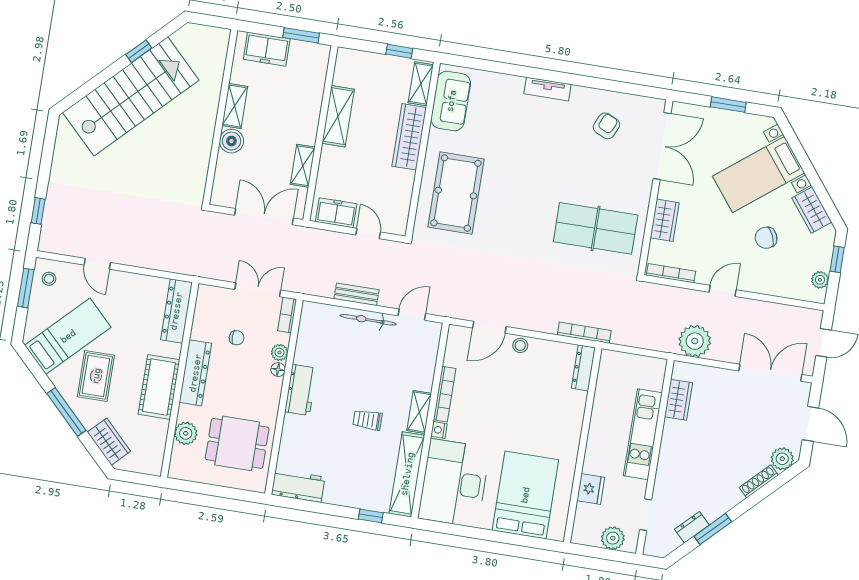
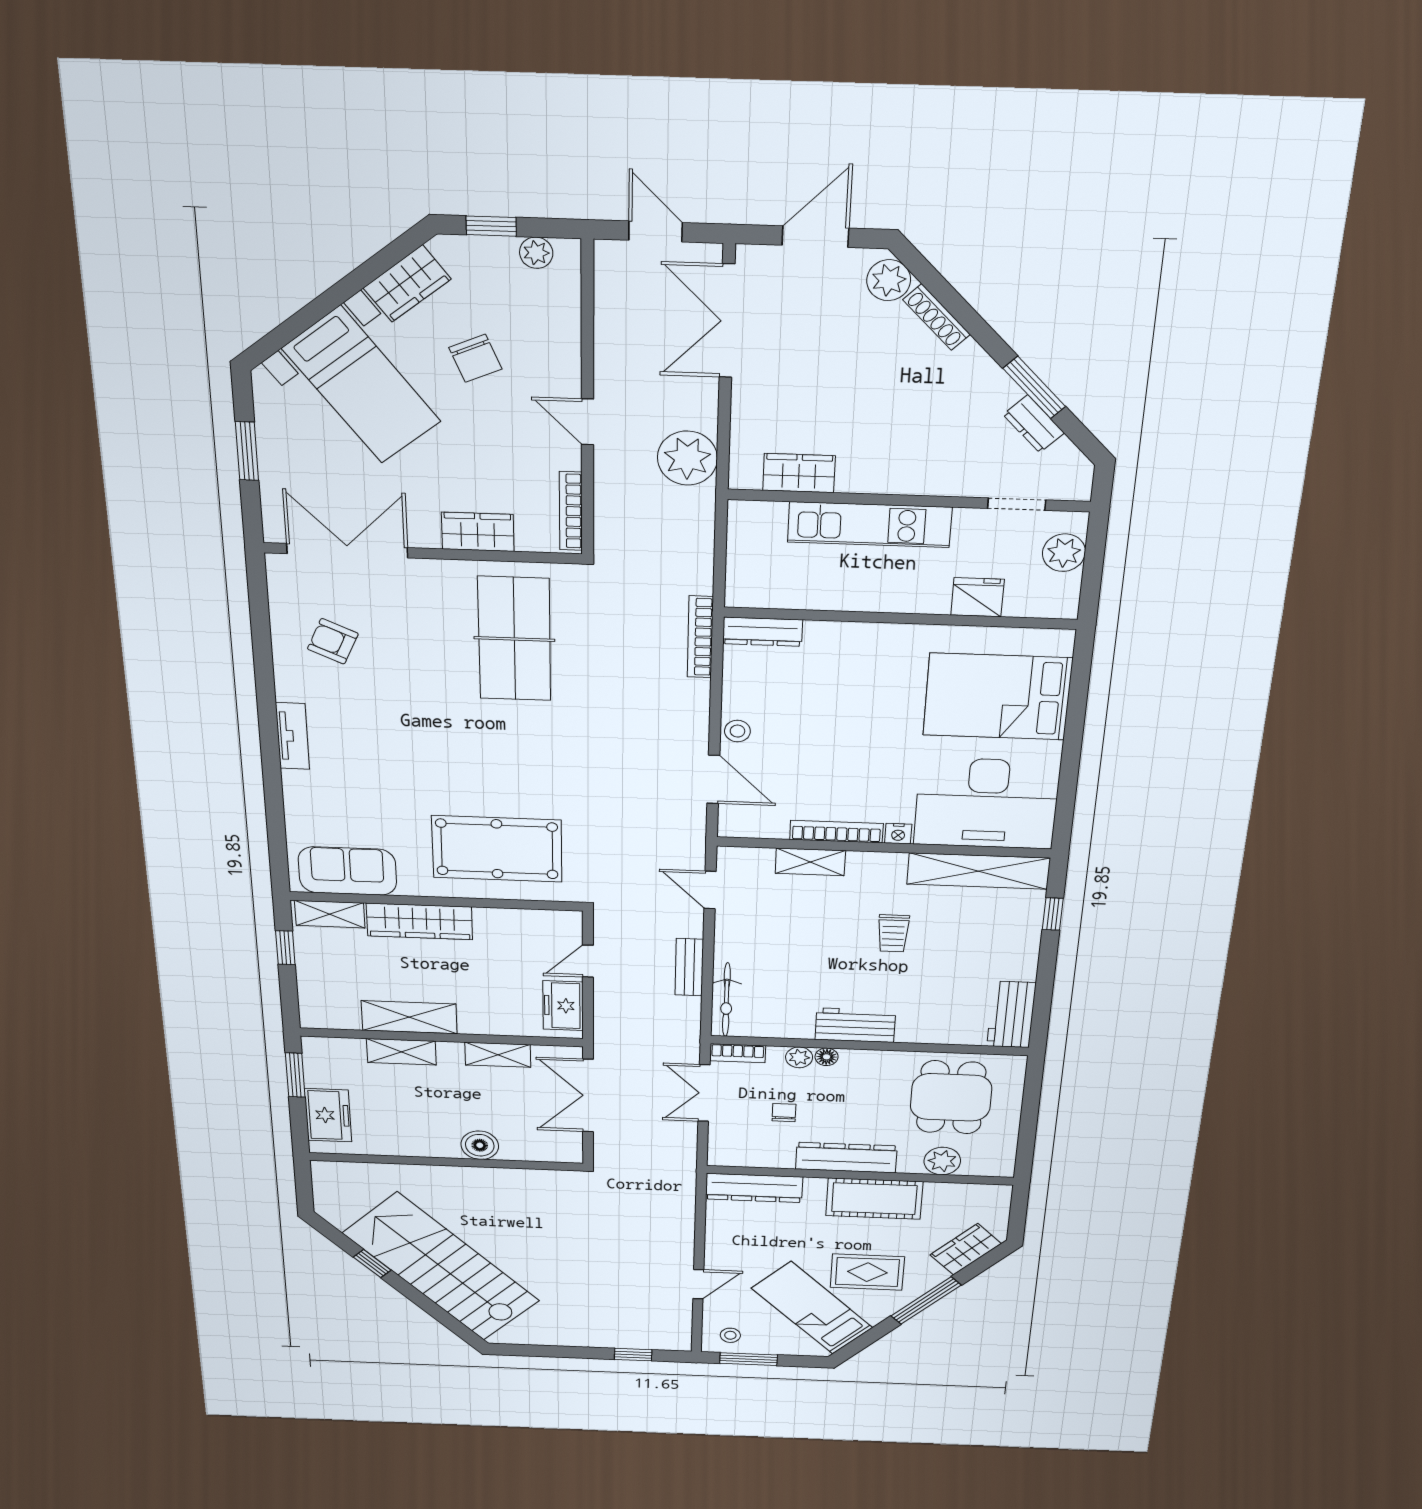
shelving: (235, 106) -> (401, 1052), moved
bicycle: (368, 320) -> (726, 1000), moved
shelving: (419, 412) -> (810, 862), moved

